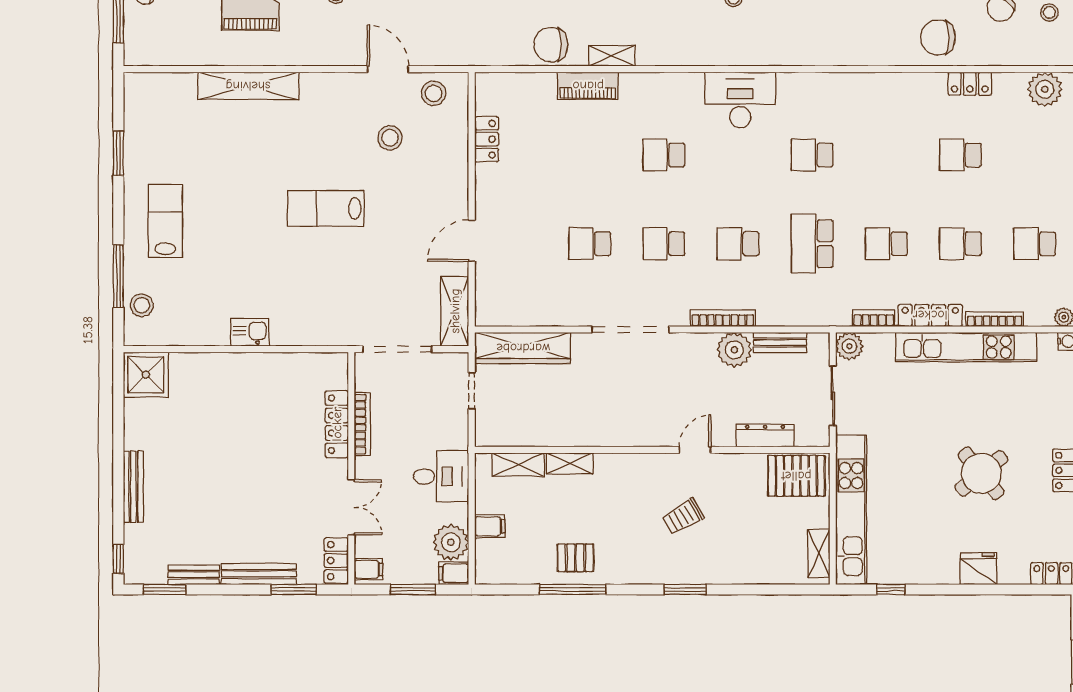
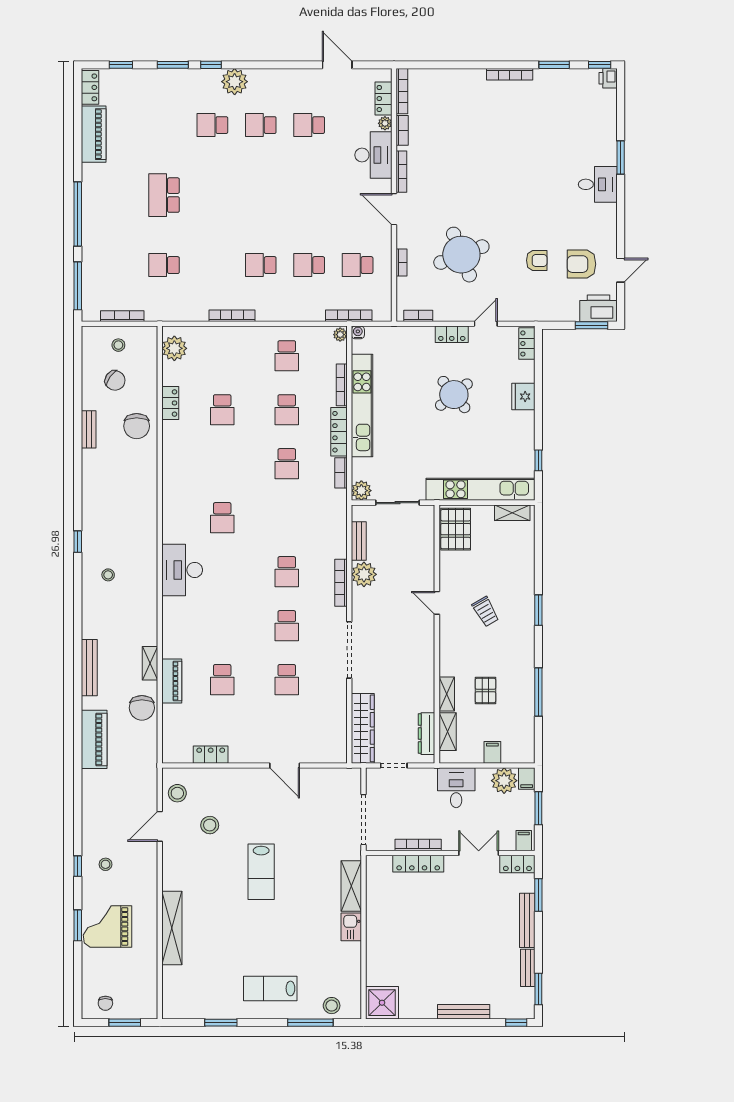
school desk: (664, 155) -> (222, 680), moved
school desk: (812, 244) -> (287, 518), removed
shelving: (455, 311) -> (351, 886), moved, turned 90
dresser: (765, 436) -> (426, 734), moved
pallet: (575, 558) -> (485, 691), moved

